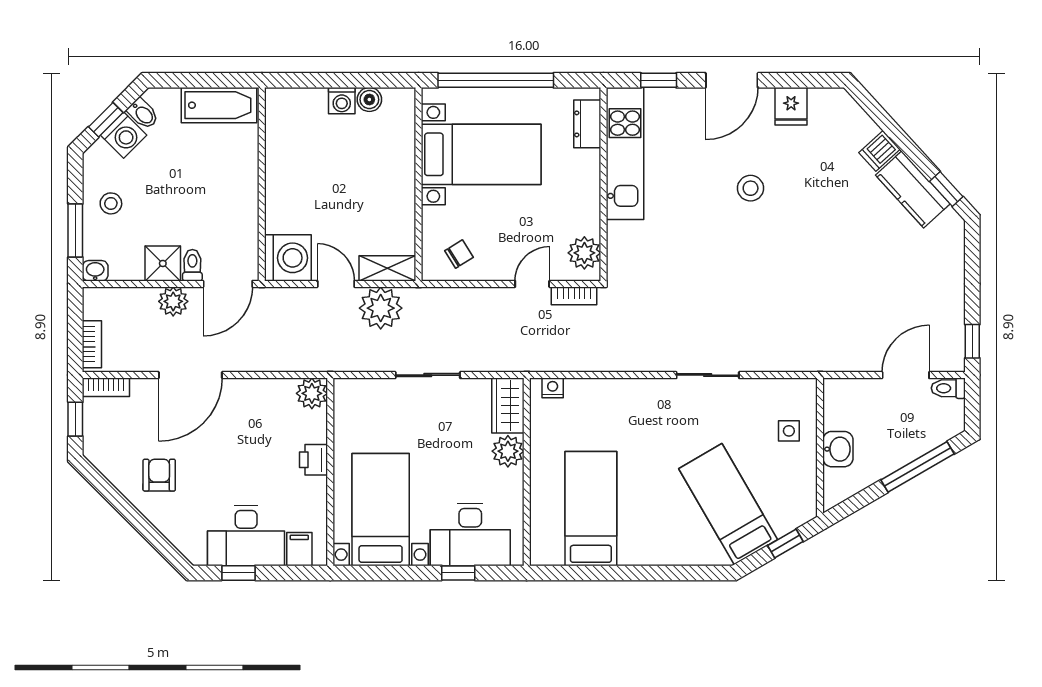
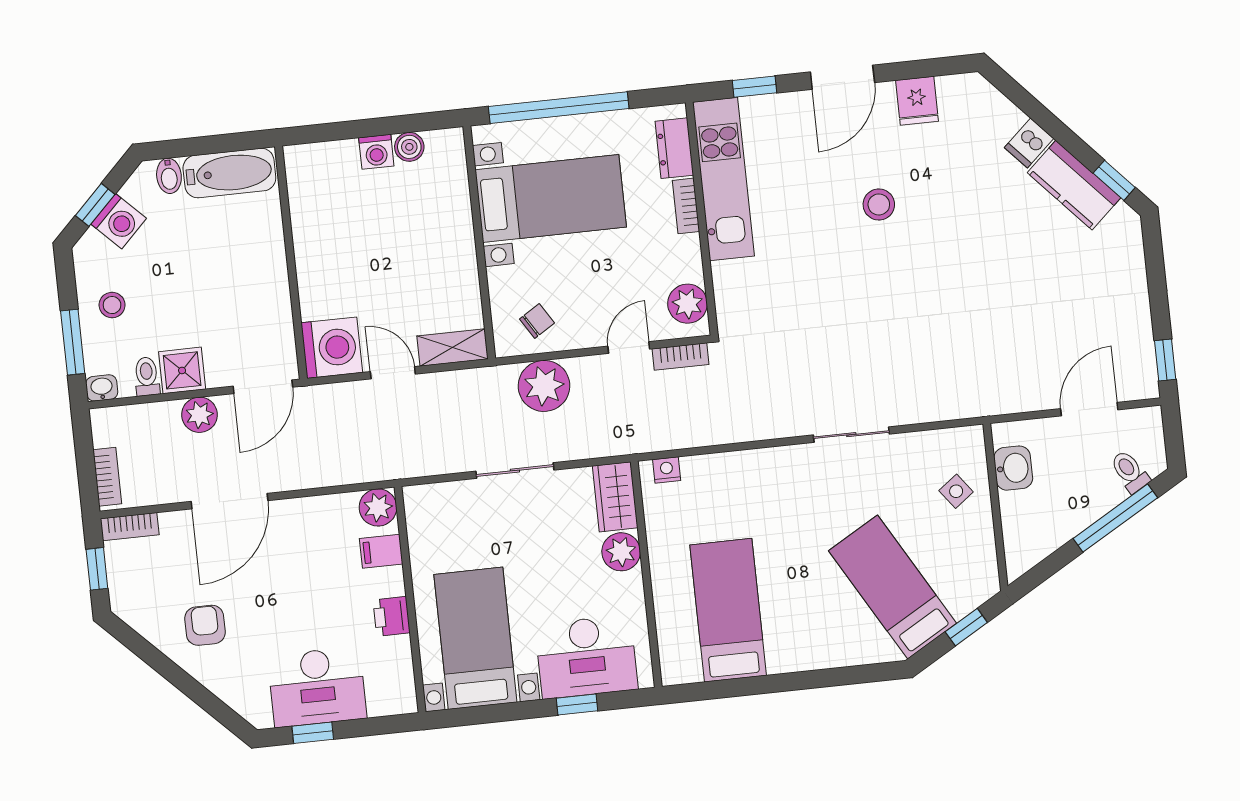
bidet: (143, 114) -> (169, 176), moved, turned 45
bookcase: (592, 172) -> (686, 206), added
toilet: (192, 265) -> (147, 376), moved
plant: (381, 308) -> (544, 386), moved
toilet: (948, 388) -> (1130, 472), moved, turned 60
side table: (789, 431) -> (956, 491), turned -37
washbasin: (838, 449) -> (1013, 468), moved
printer: (313, 460) -> (392, 616), moved
filing cabinet: (299, 549) -> (381, 551), moved, turned -90

